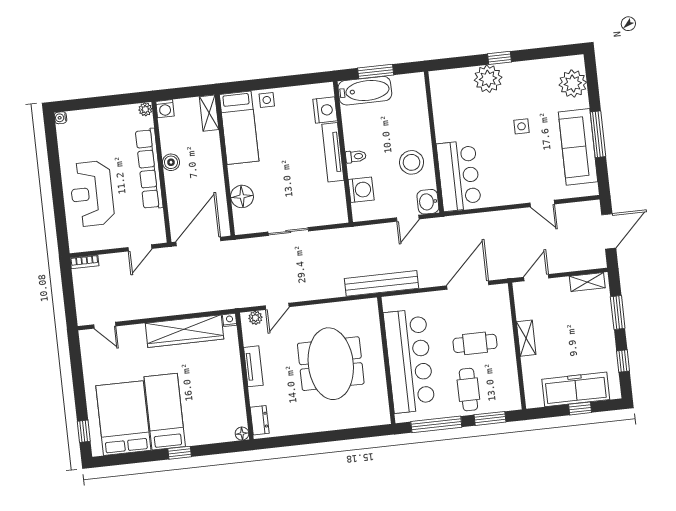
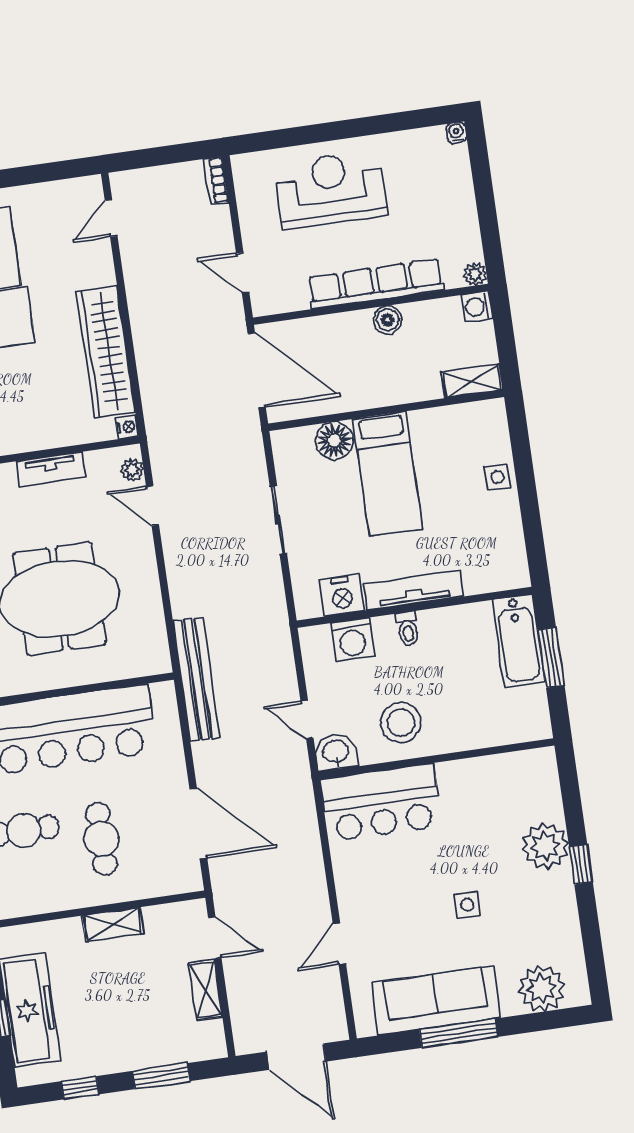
nightstand: (325, 110) -> (342, 596), moved
bed: (239, 128) -> (388, 474), moved, turned -90
shelving: (587, 282) -> (206, 990), moved

